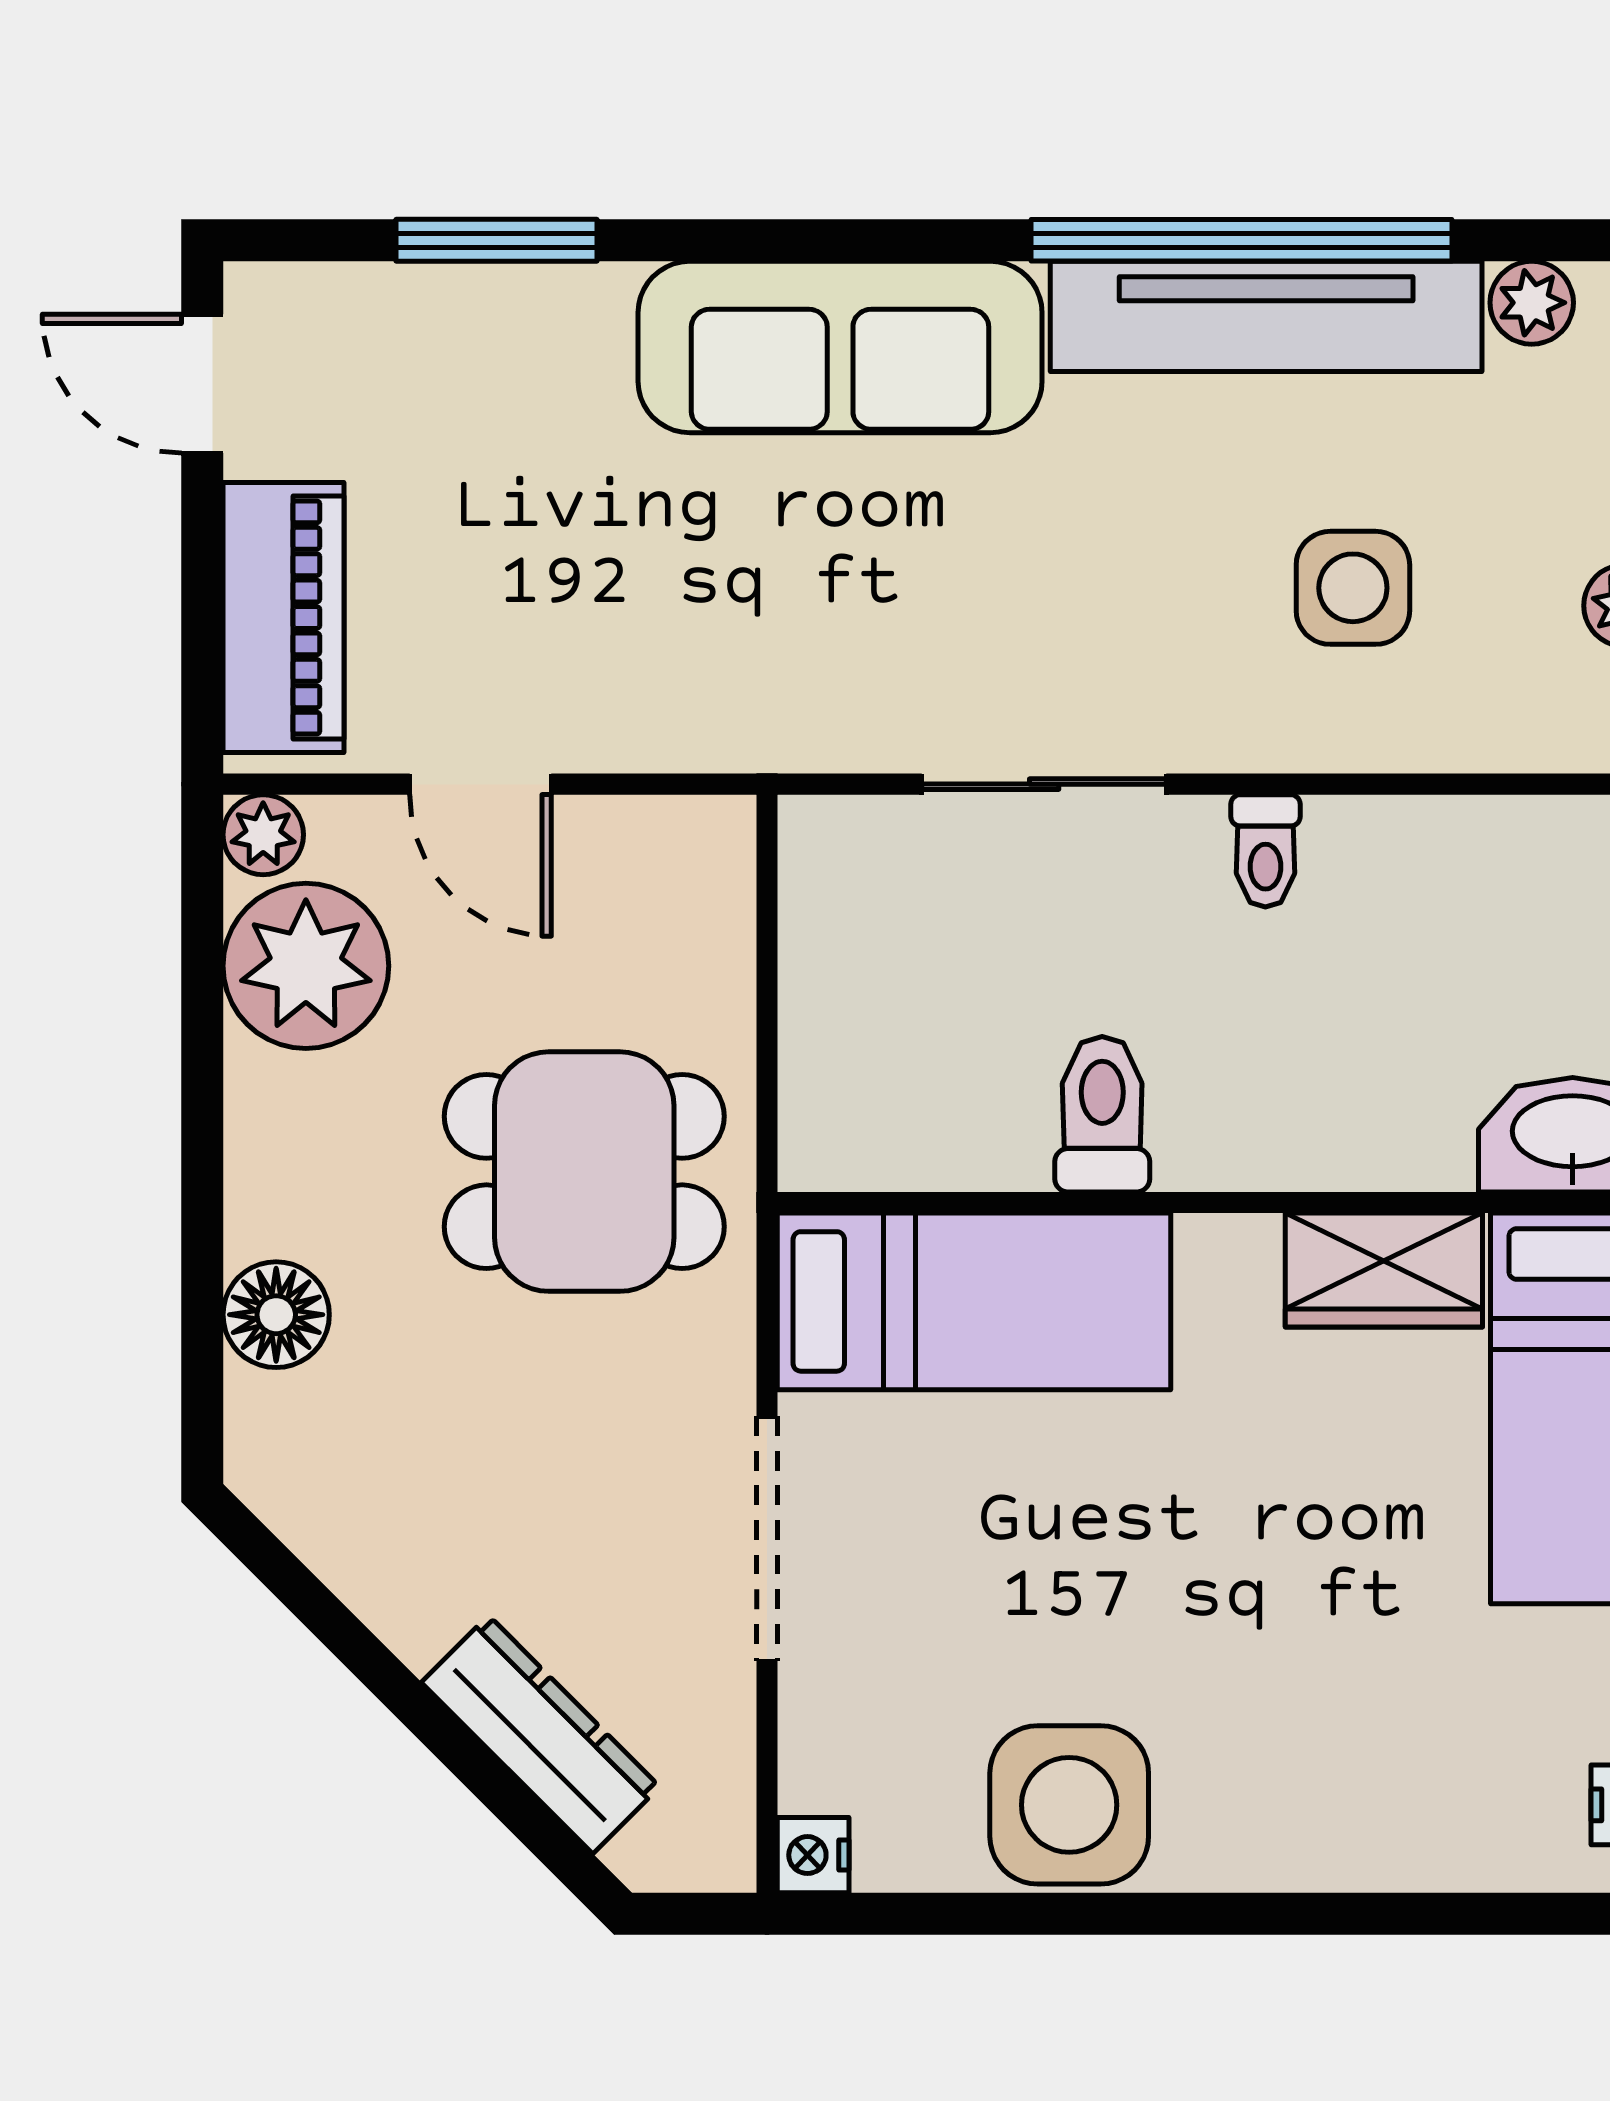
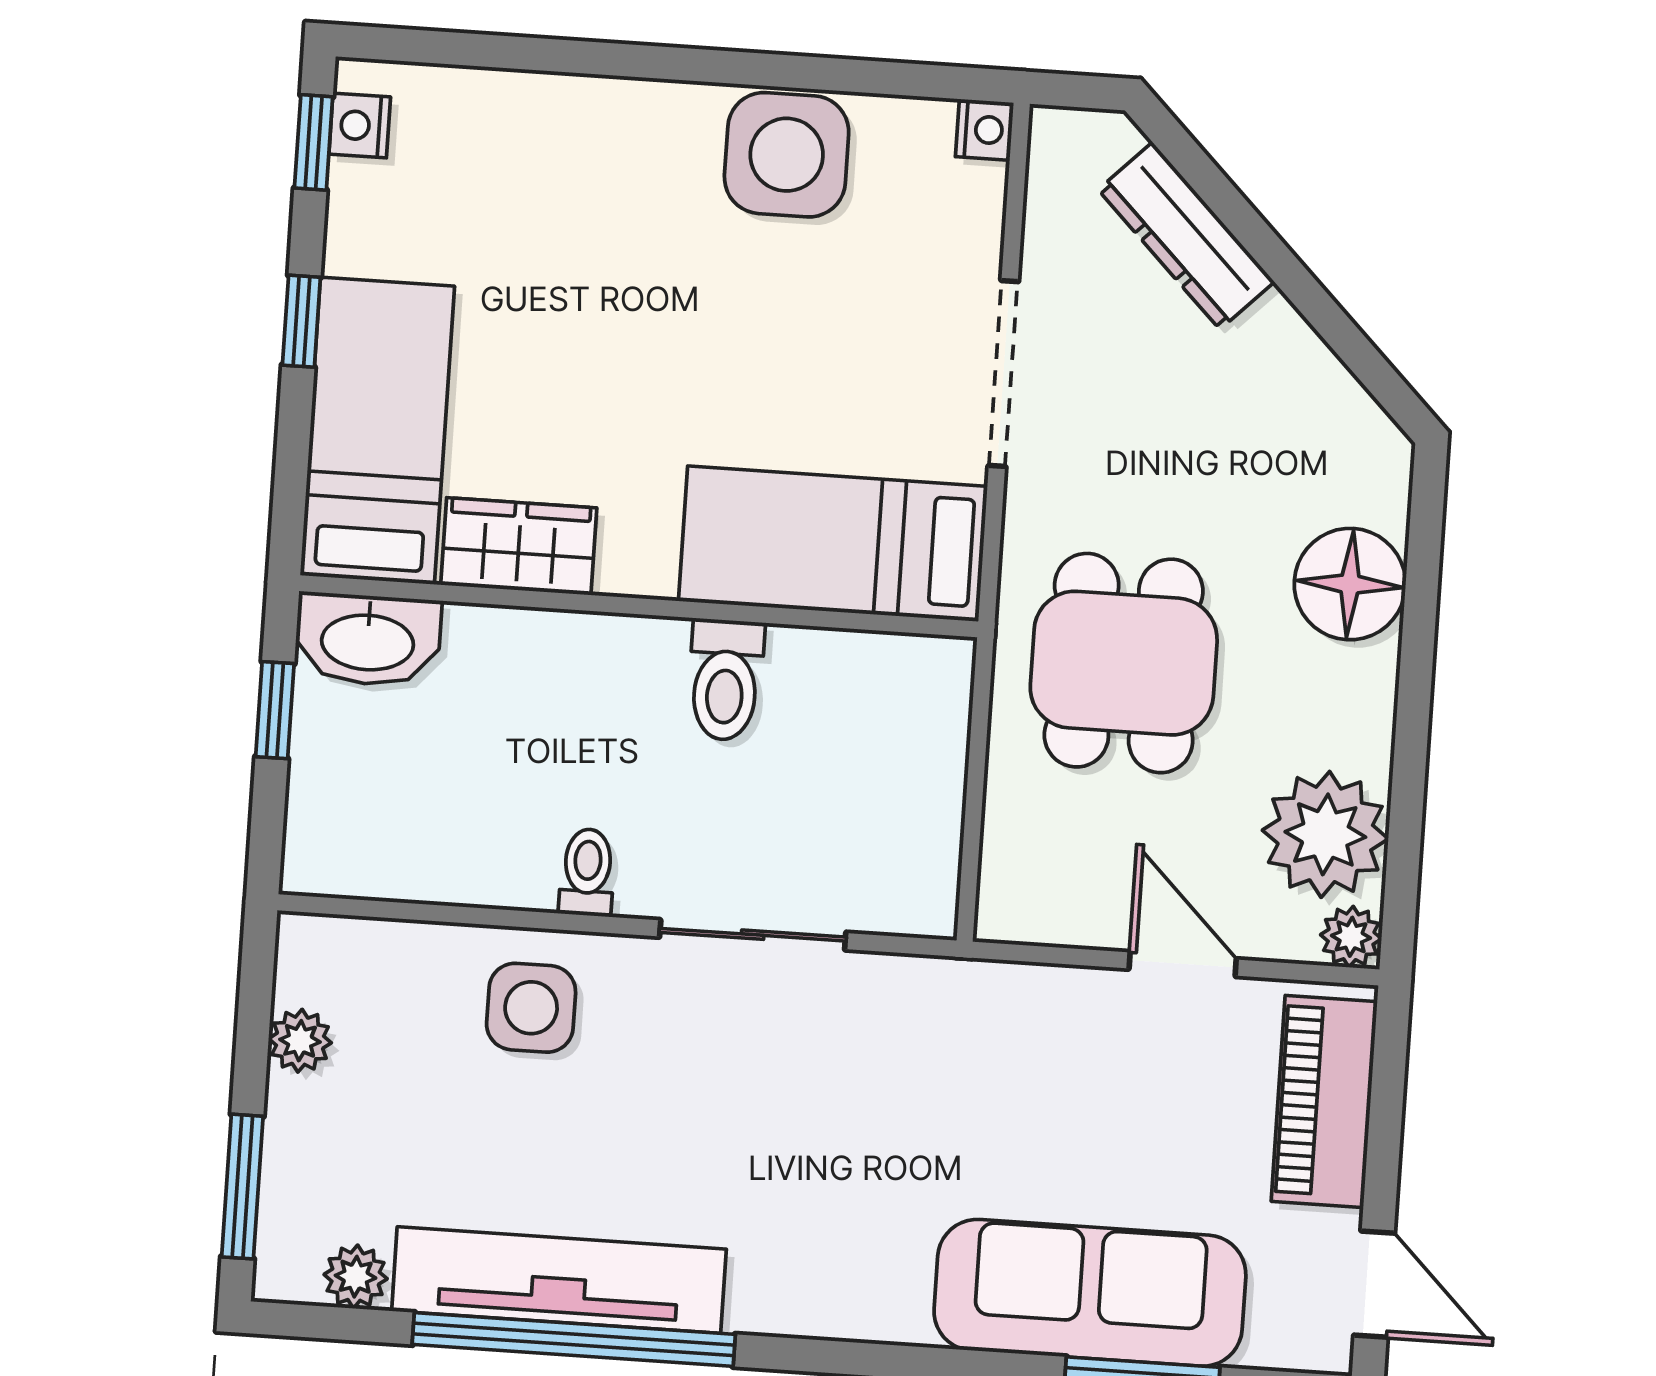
sofa: (840, 347) -> (1090, 1293), moved
side table: (1353, 588) -> (531, 1008), moved
dining table: (584, 1172) -> (1124, 663), turned 90
floor lamp: (276, 1315) -> (1350, 584), width x1.38, depth x1.38

